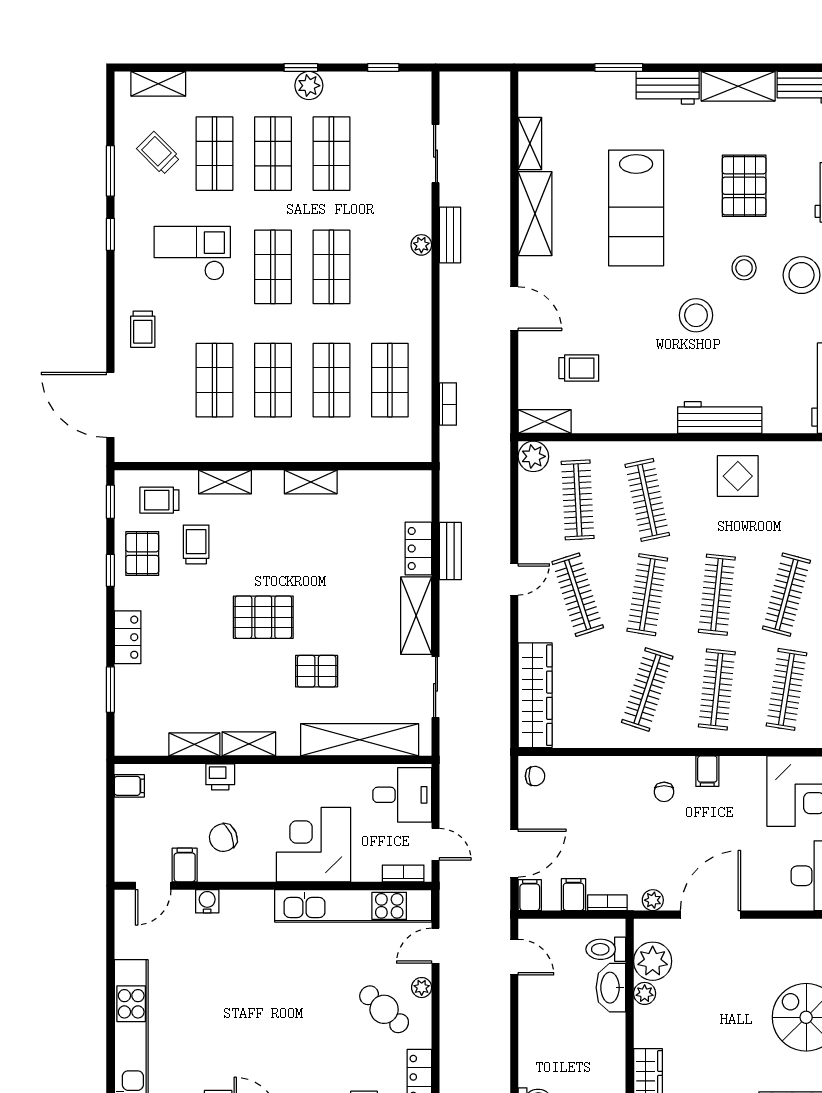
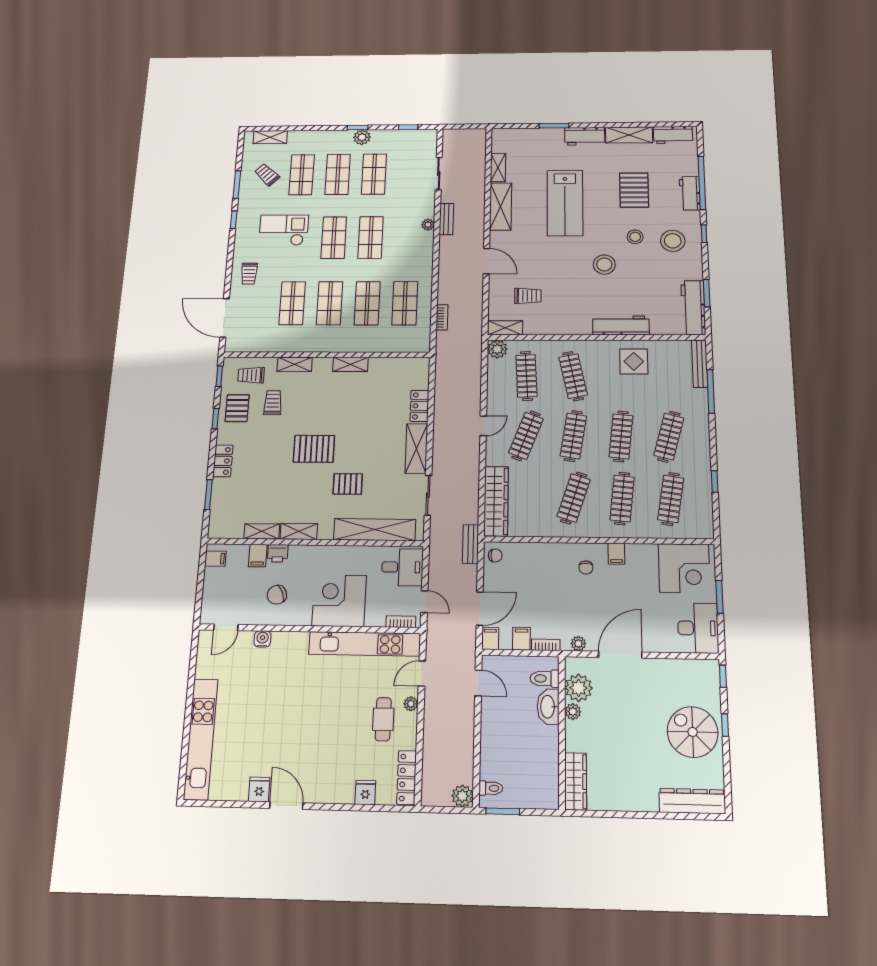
bench: (450, 551) -> (471, 544), moved
clothes rail: (578, 595) -> (526, 436), turned 39
filing cabinet: (185, 865) -> (258, 556), moved, turned 180
cafe table: (384, 1009) -> (383, 719), turned 47

